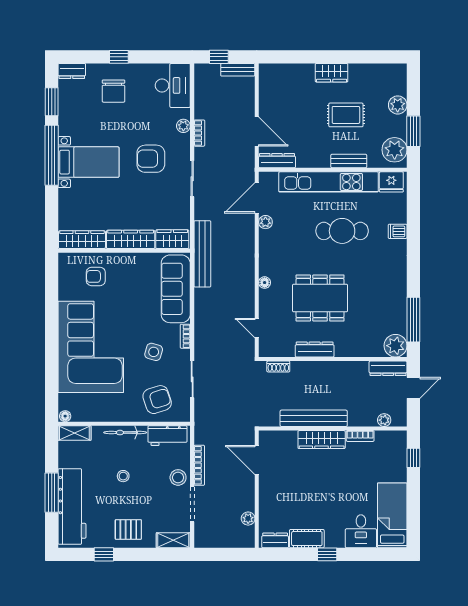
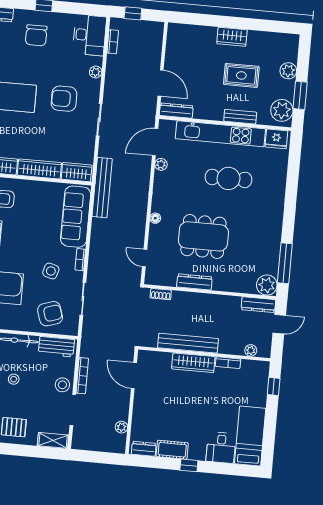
bench: (238, 70) -> (149, 26), removed
bookcase: (199, 133) -> (113, 42), moved
dishwasher: (398, 231) -> (278, 183), removed

